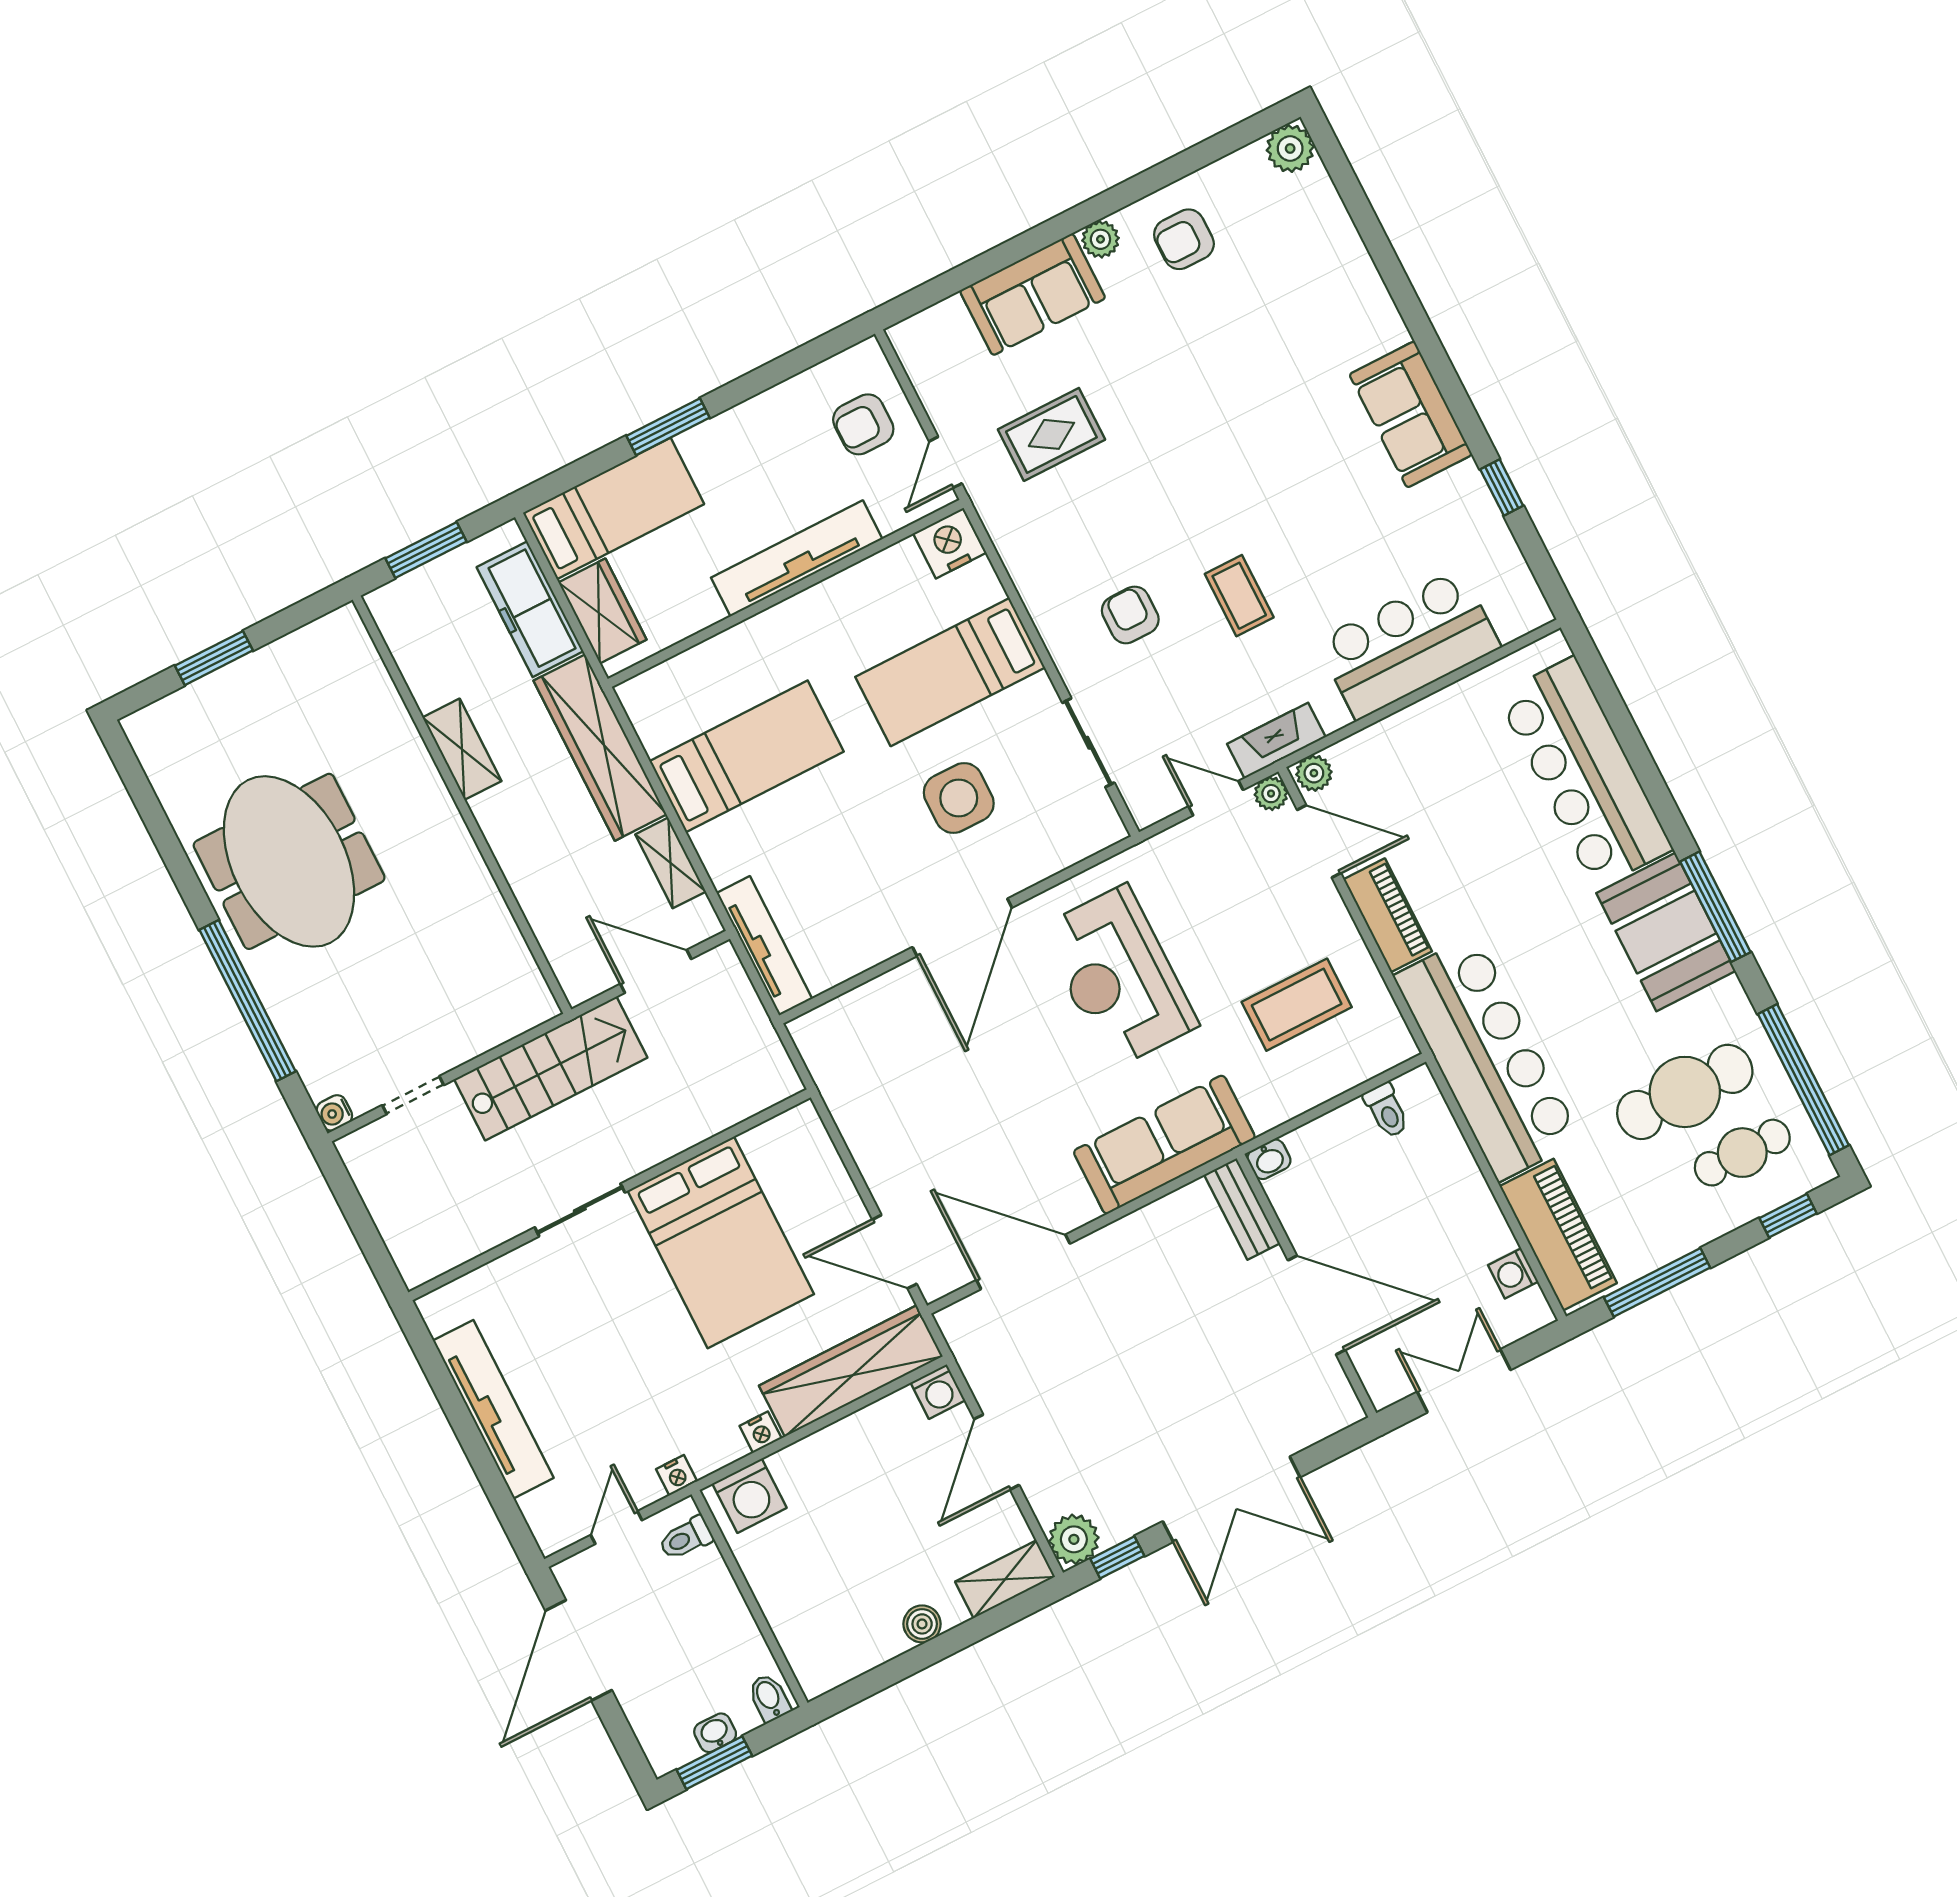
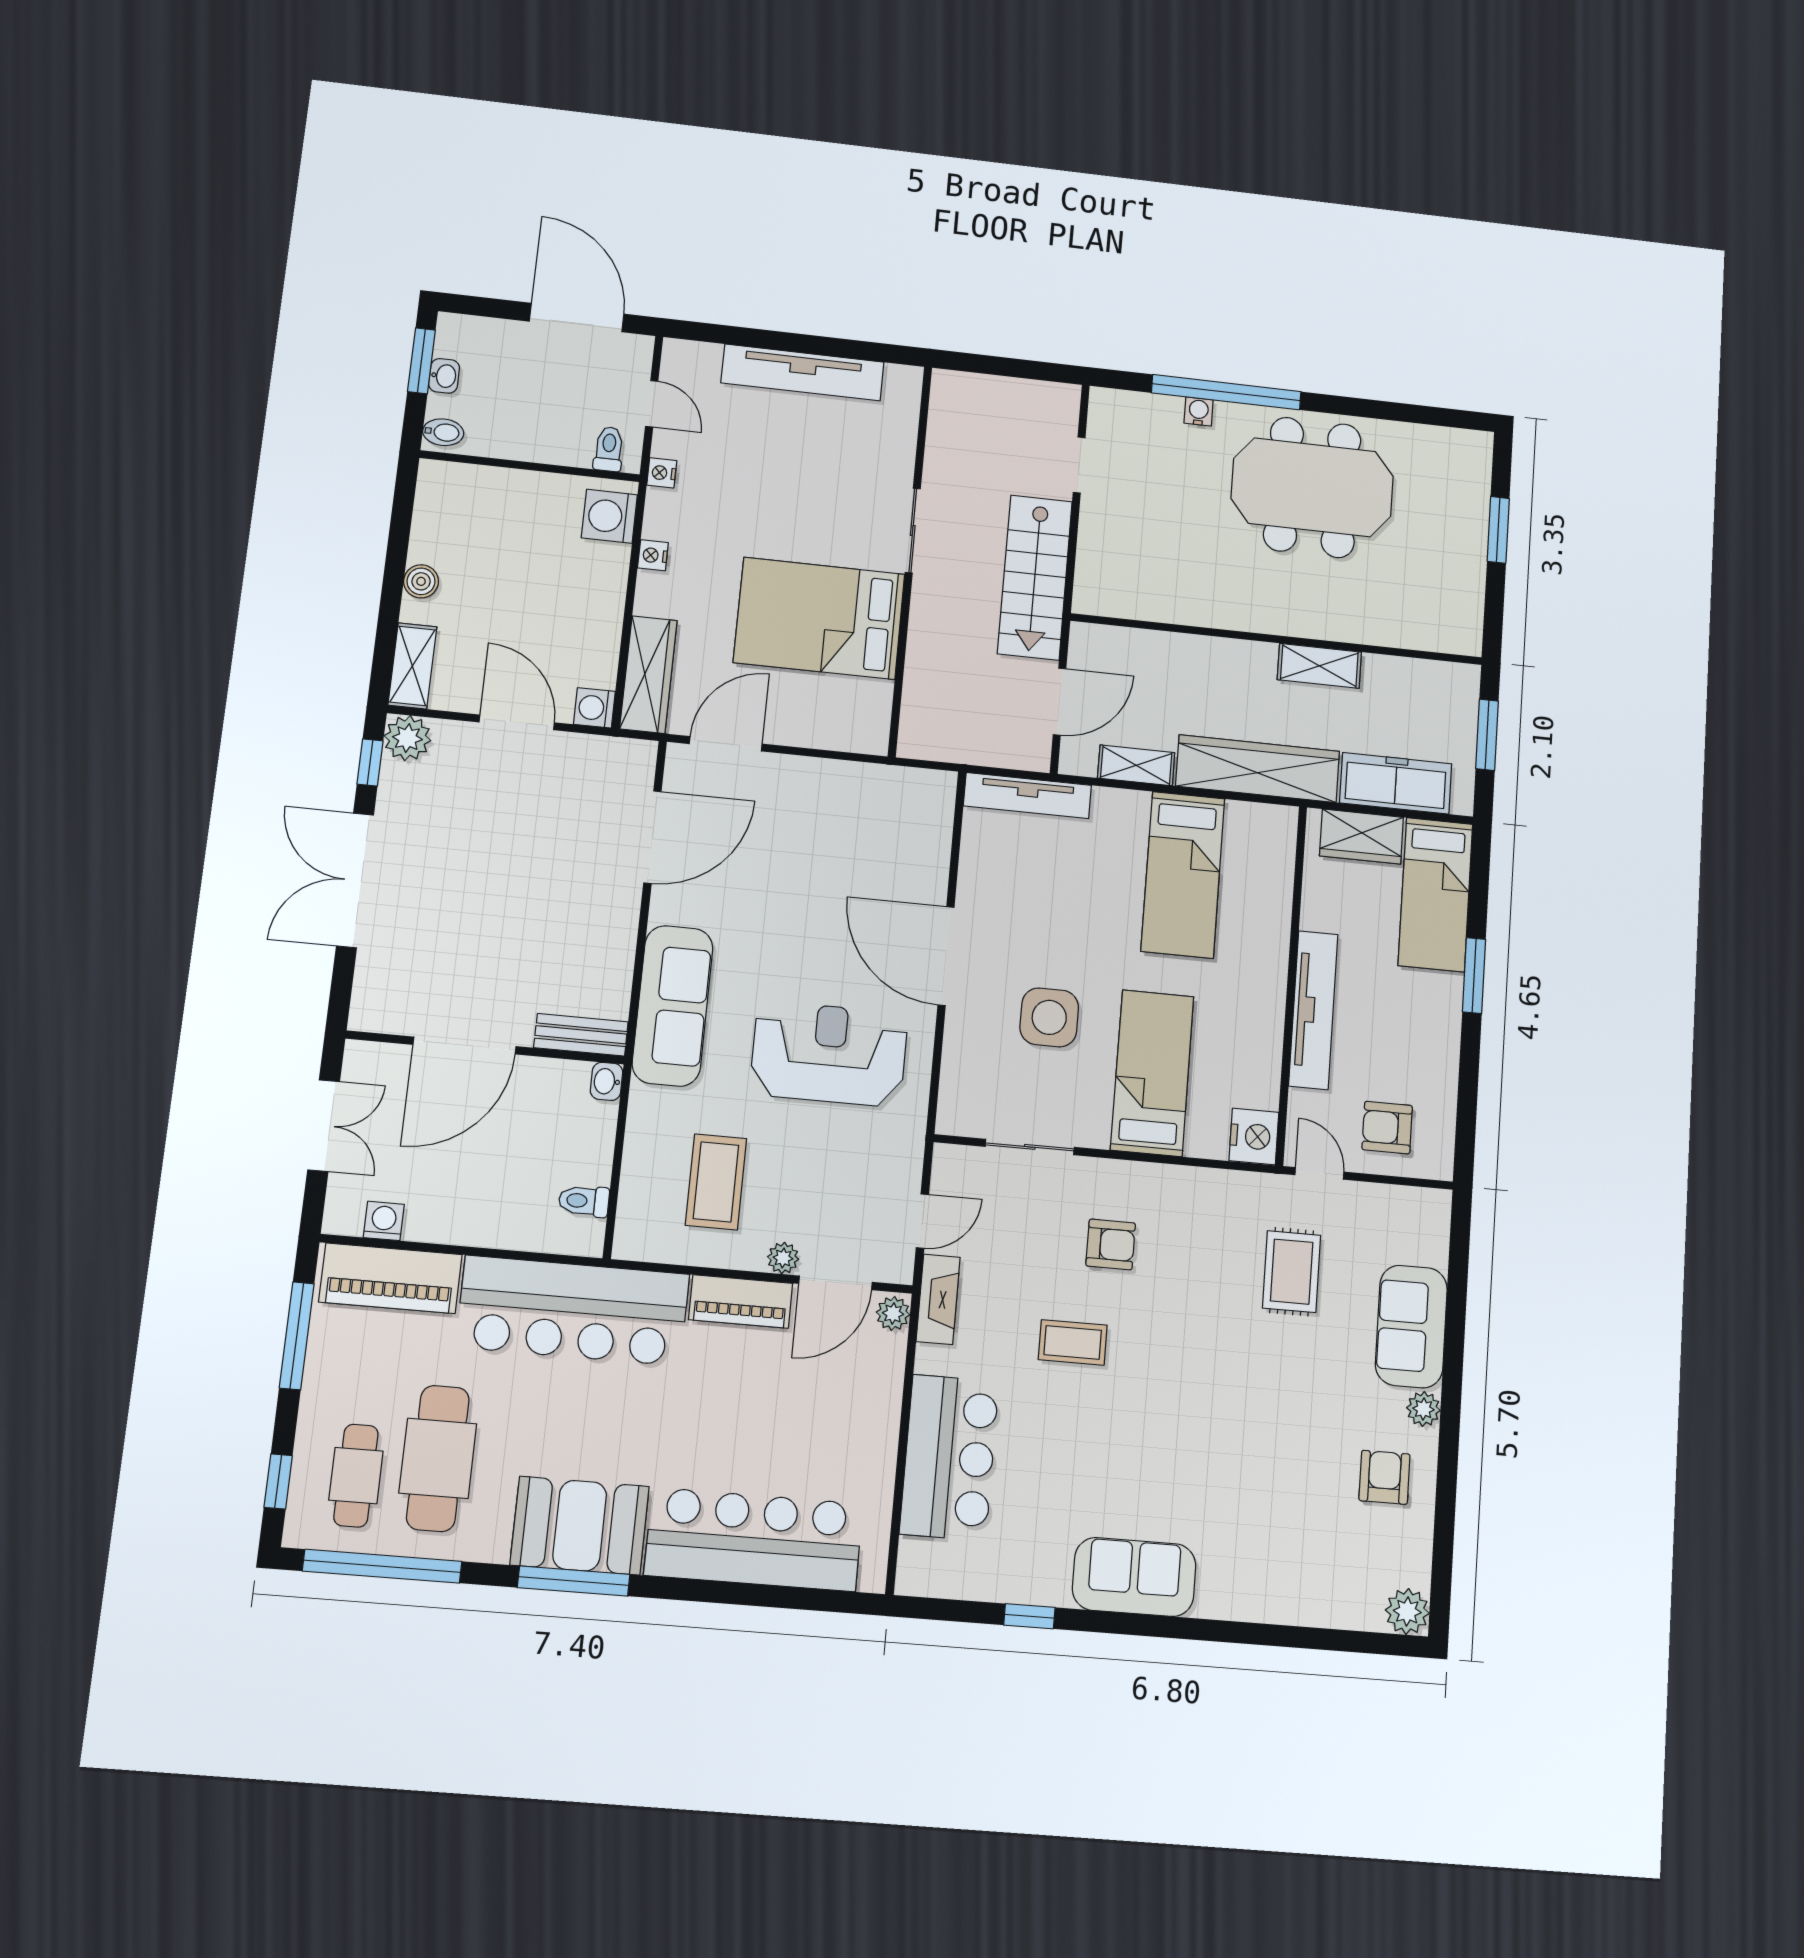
armchair: (863, 424) -> (1387, 1128), turned -90
plant: (1271, 794) -> (783, 1258), moved
water cooler: (334, 1113) -> (1199, 411), moved
wardrobe: (851, 1371) -> (648, 675), width x0.71, depth x0.85

